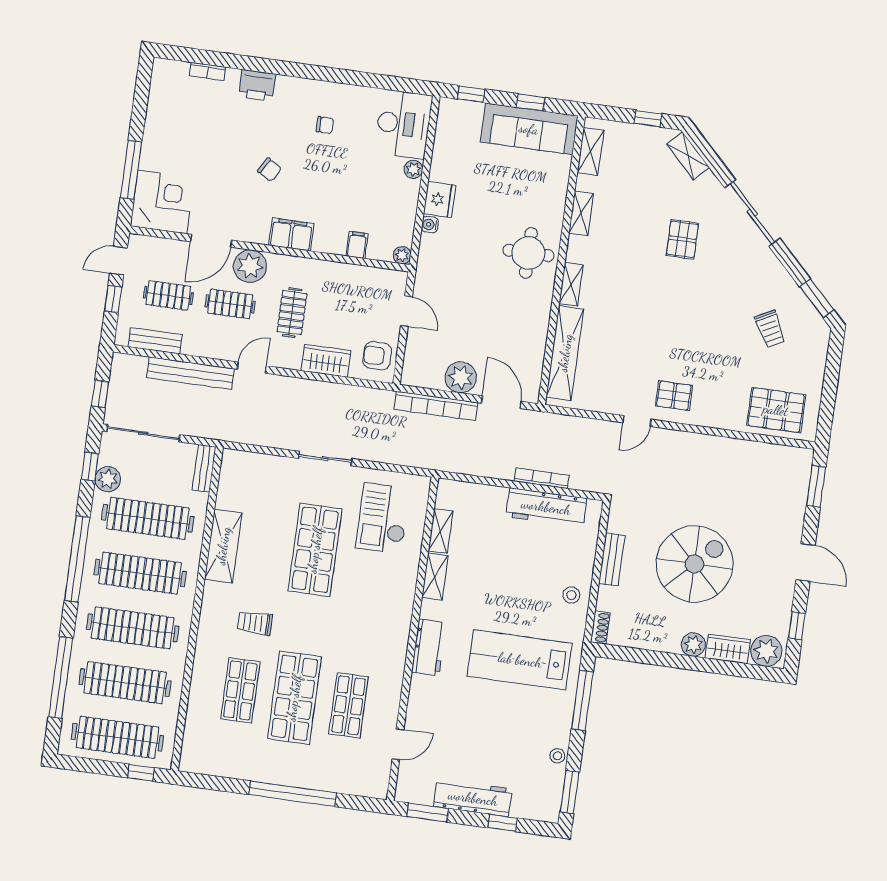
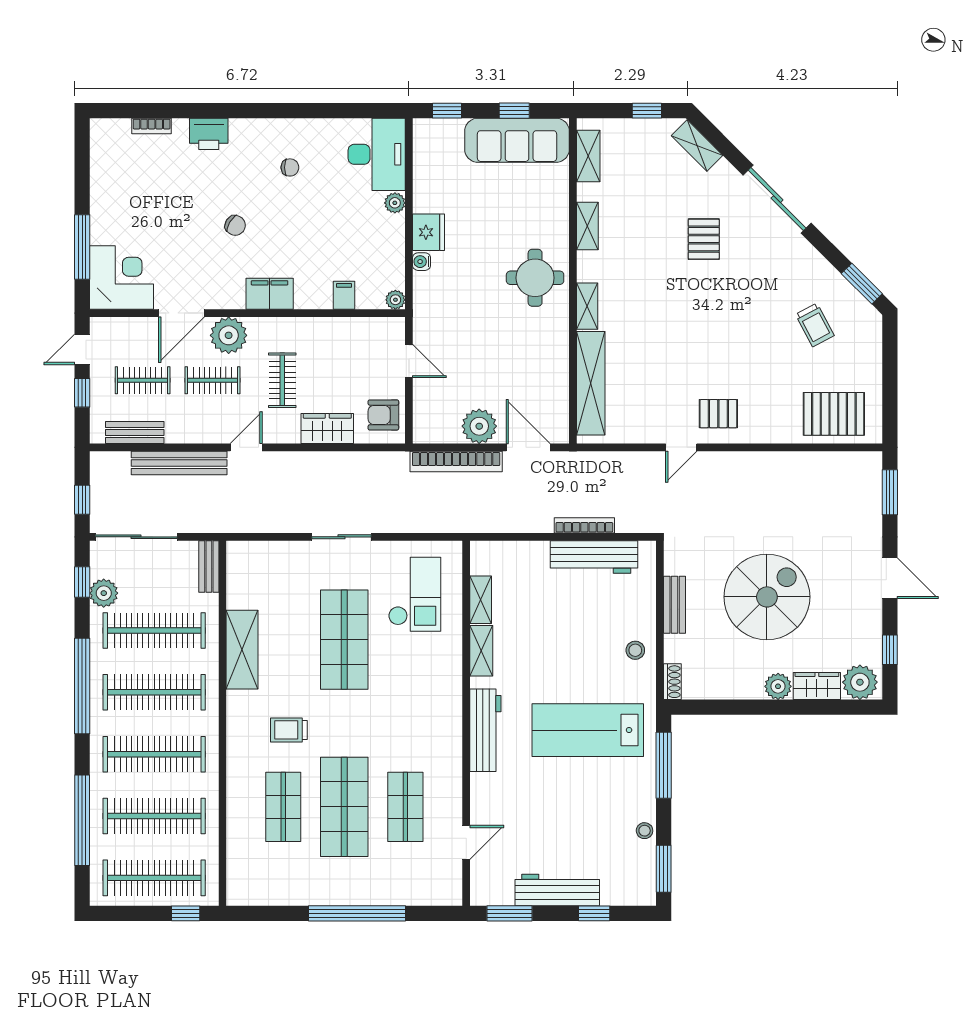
checkout: (383, 518) -> (415, 594), turned 180
workbench: (429, 647) -> (485, 730), width x1.38

